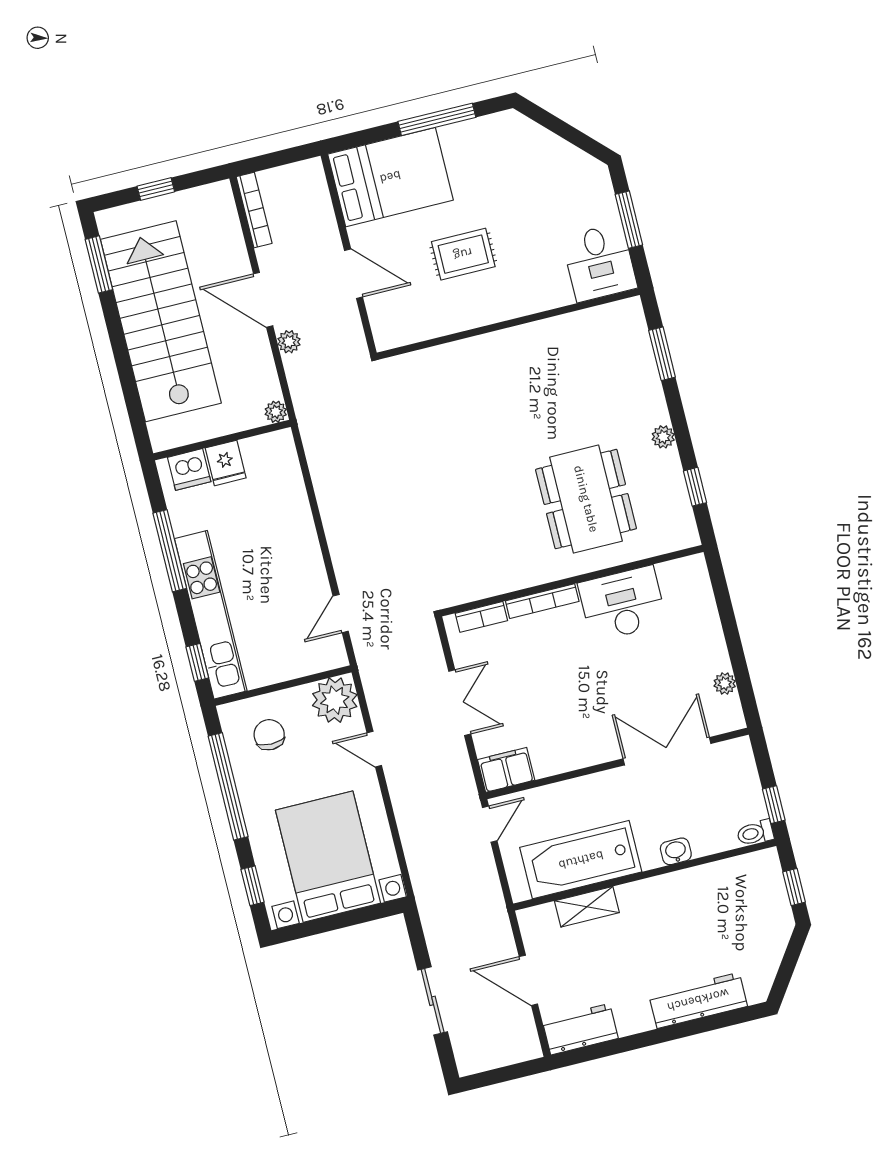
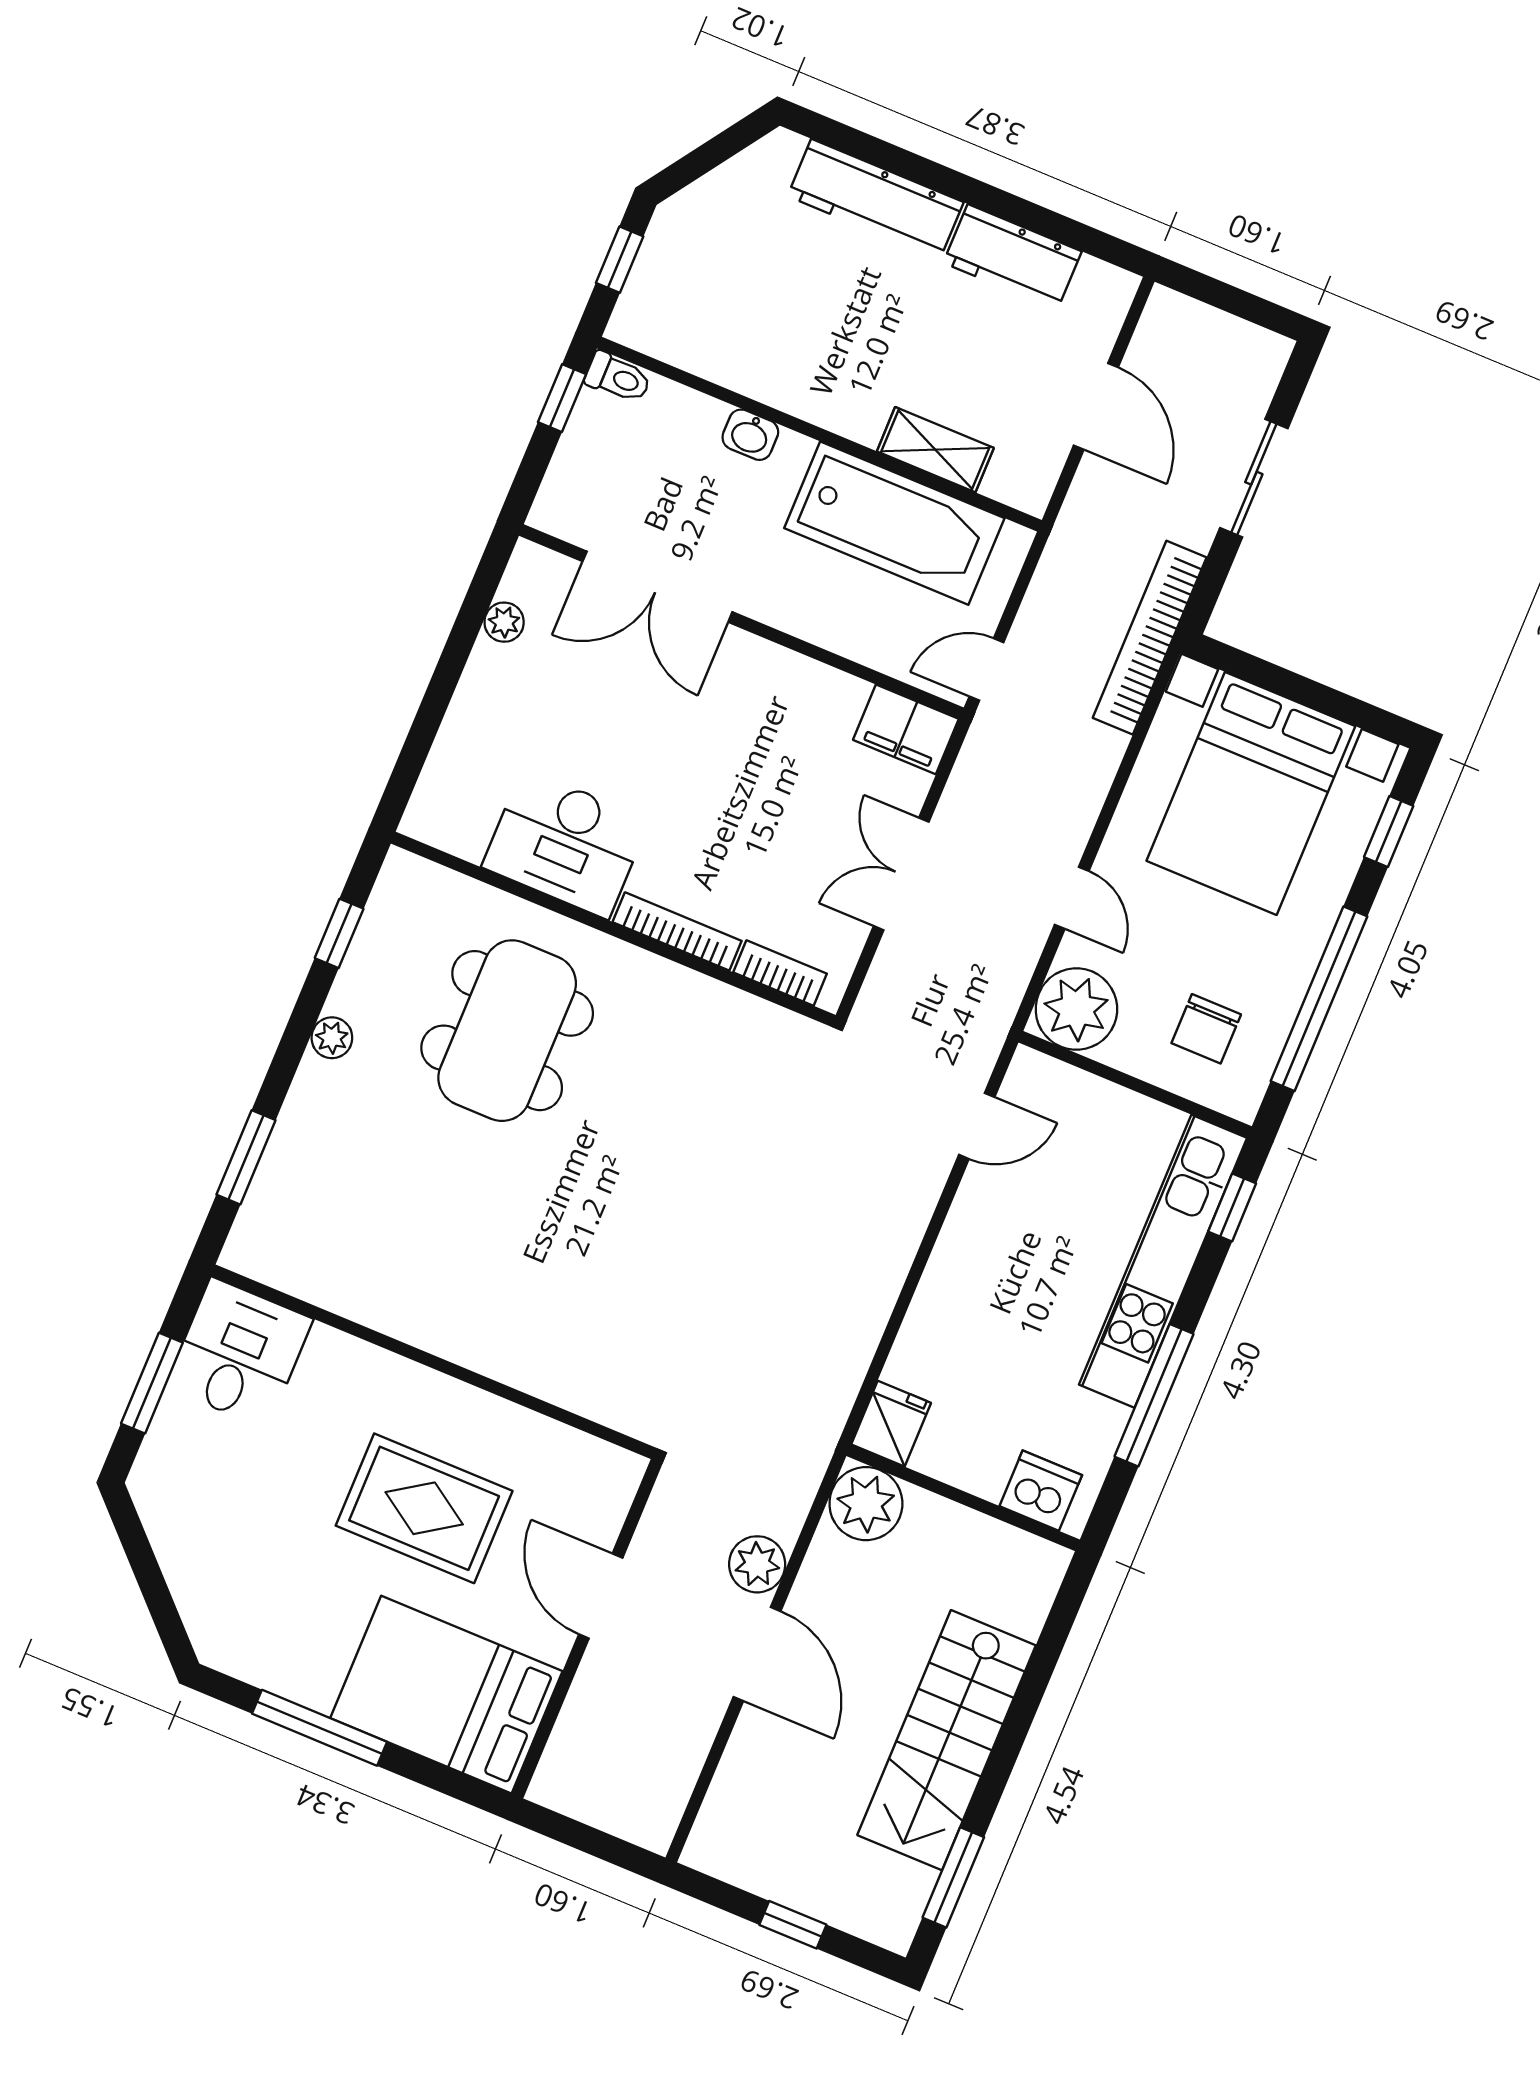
bookcase: (254, 210) -> (1150, 638), moved, width x1.48, depth x1.31
rug: (463, 254) -> (424, 1508), width x1.36, depth x1.43
stairs: (161, 321) -> (946, 1740), width x0.73, depth x0.66
plant: (289, 342) -> (757, 1564), width x1.38, depth x1.38
plant: (276, 412) -> (866, 1504), width x1.88, depth x1.88
fridge: (226, 463) -> (891, 1424), moved
workbench: (580, 1029) -> (1012, 257), moved

